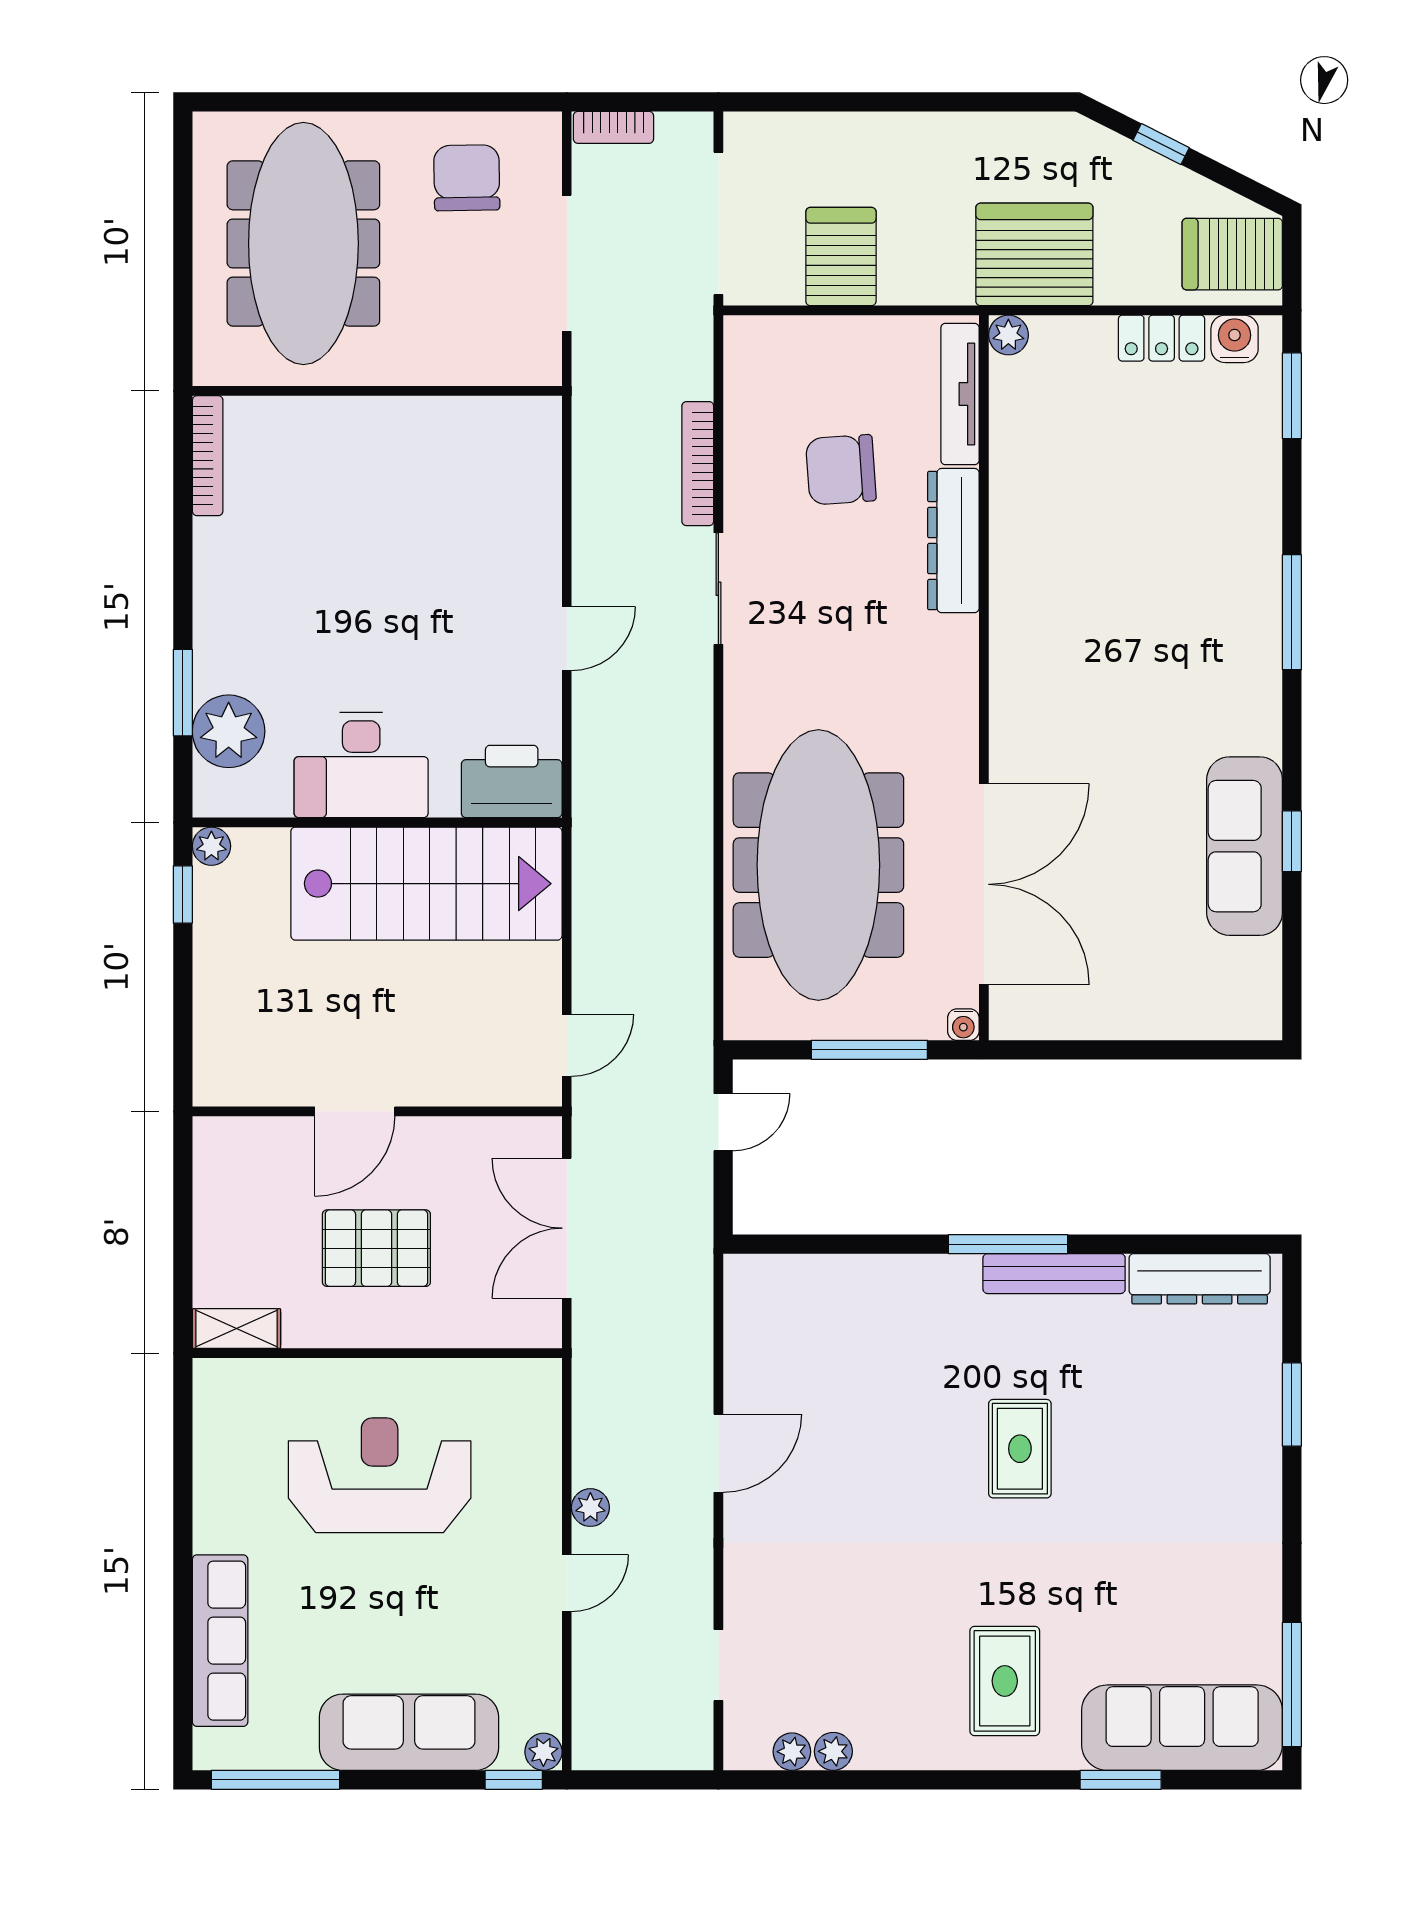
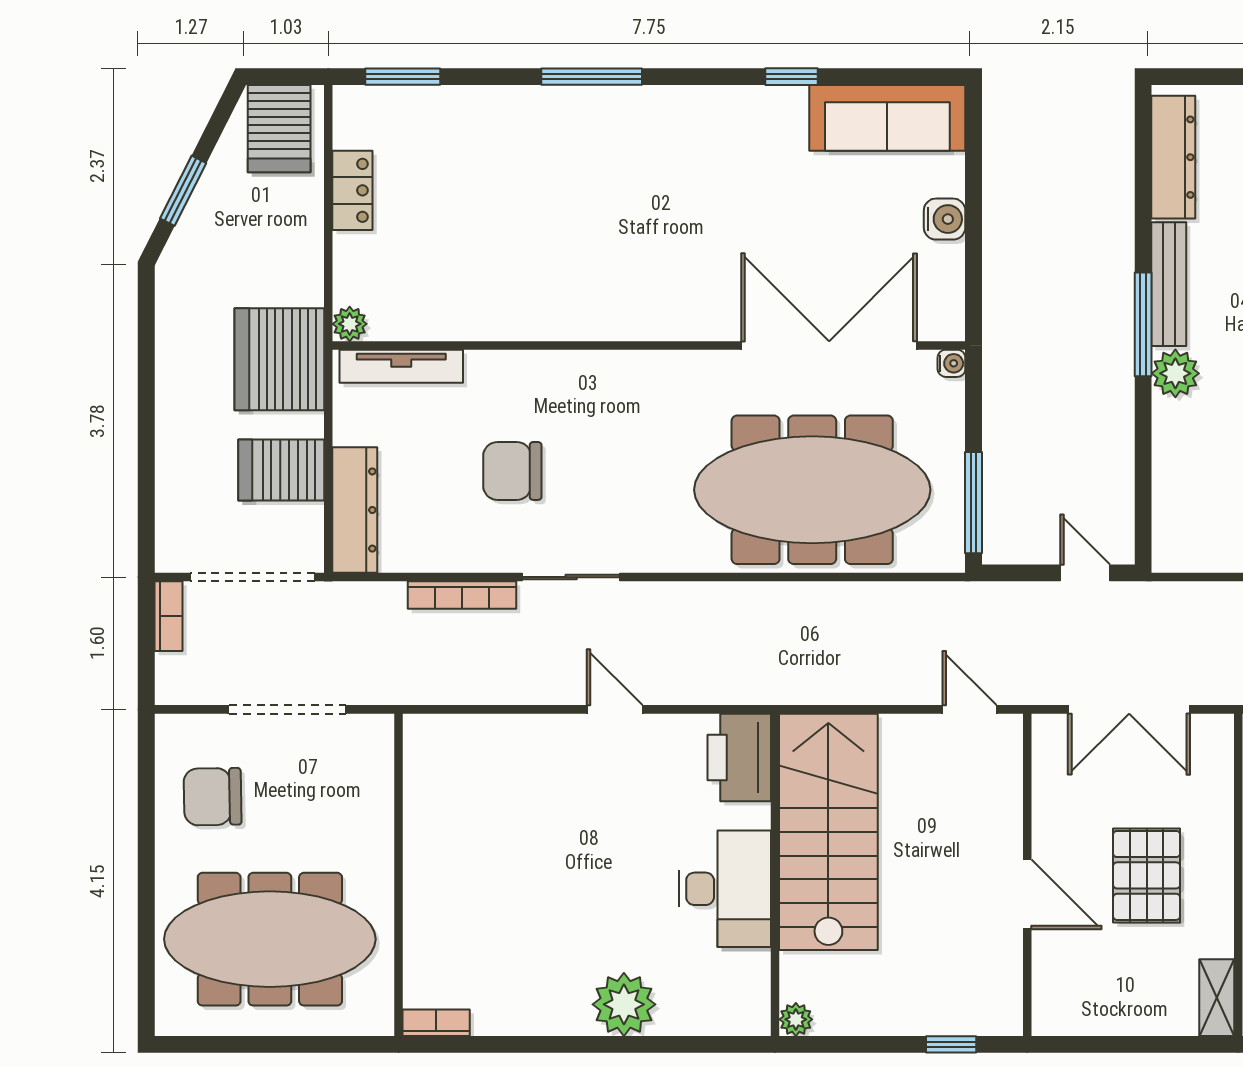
bookcase: (613, 127) -> (169, 616), moved
window: (1161, 144) -> (183, 191), width x1.50
server rack: (1034, 254) -> (279, 359), moved
water cooler: (1235, 339) -> (945, 219), moved, turned 180
bookcase: (208, 456) -> (436, 1023), width x0.64
chair: (841, 470) -> (512, 471), moved, turned 94
dresser: (953, 541) -> (355, 510), moved, turned -90
window: (183, 693) -> (662, 1044), removed
plant: (229, 731) -> (624, 1004), moved
sofa: (1245, 846) -> (887, 118), moved
window: (183, 894) -> (951, 1044), moved
window: (869, 1050) -> (973, 503), moved
door: (723, 1122) -> (1085, 573), moved
plant: (952, 1281) -> (1175, 373), added

